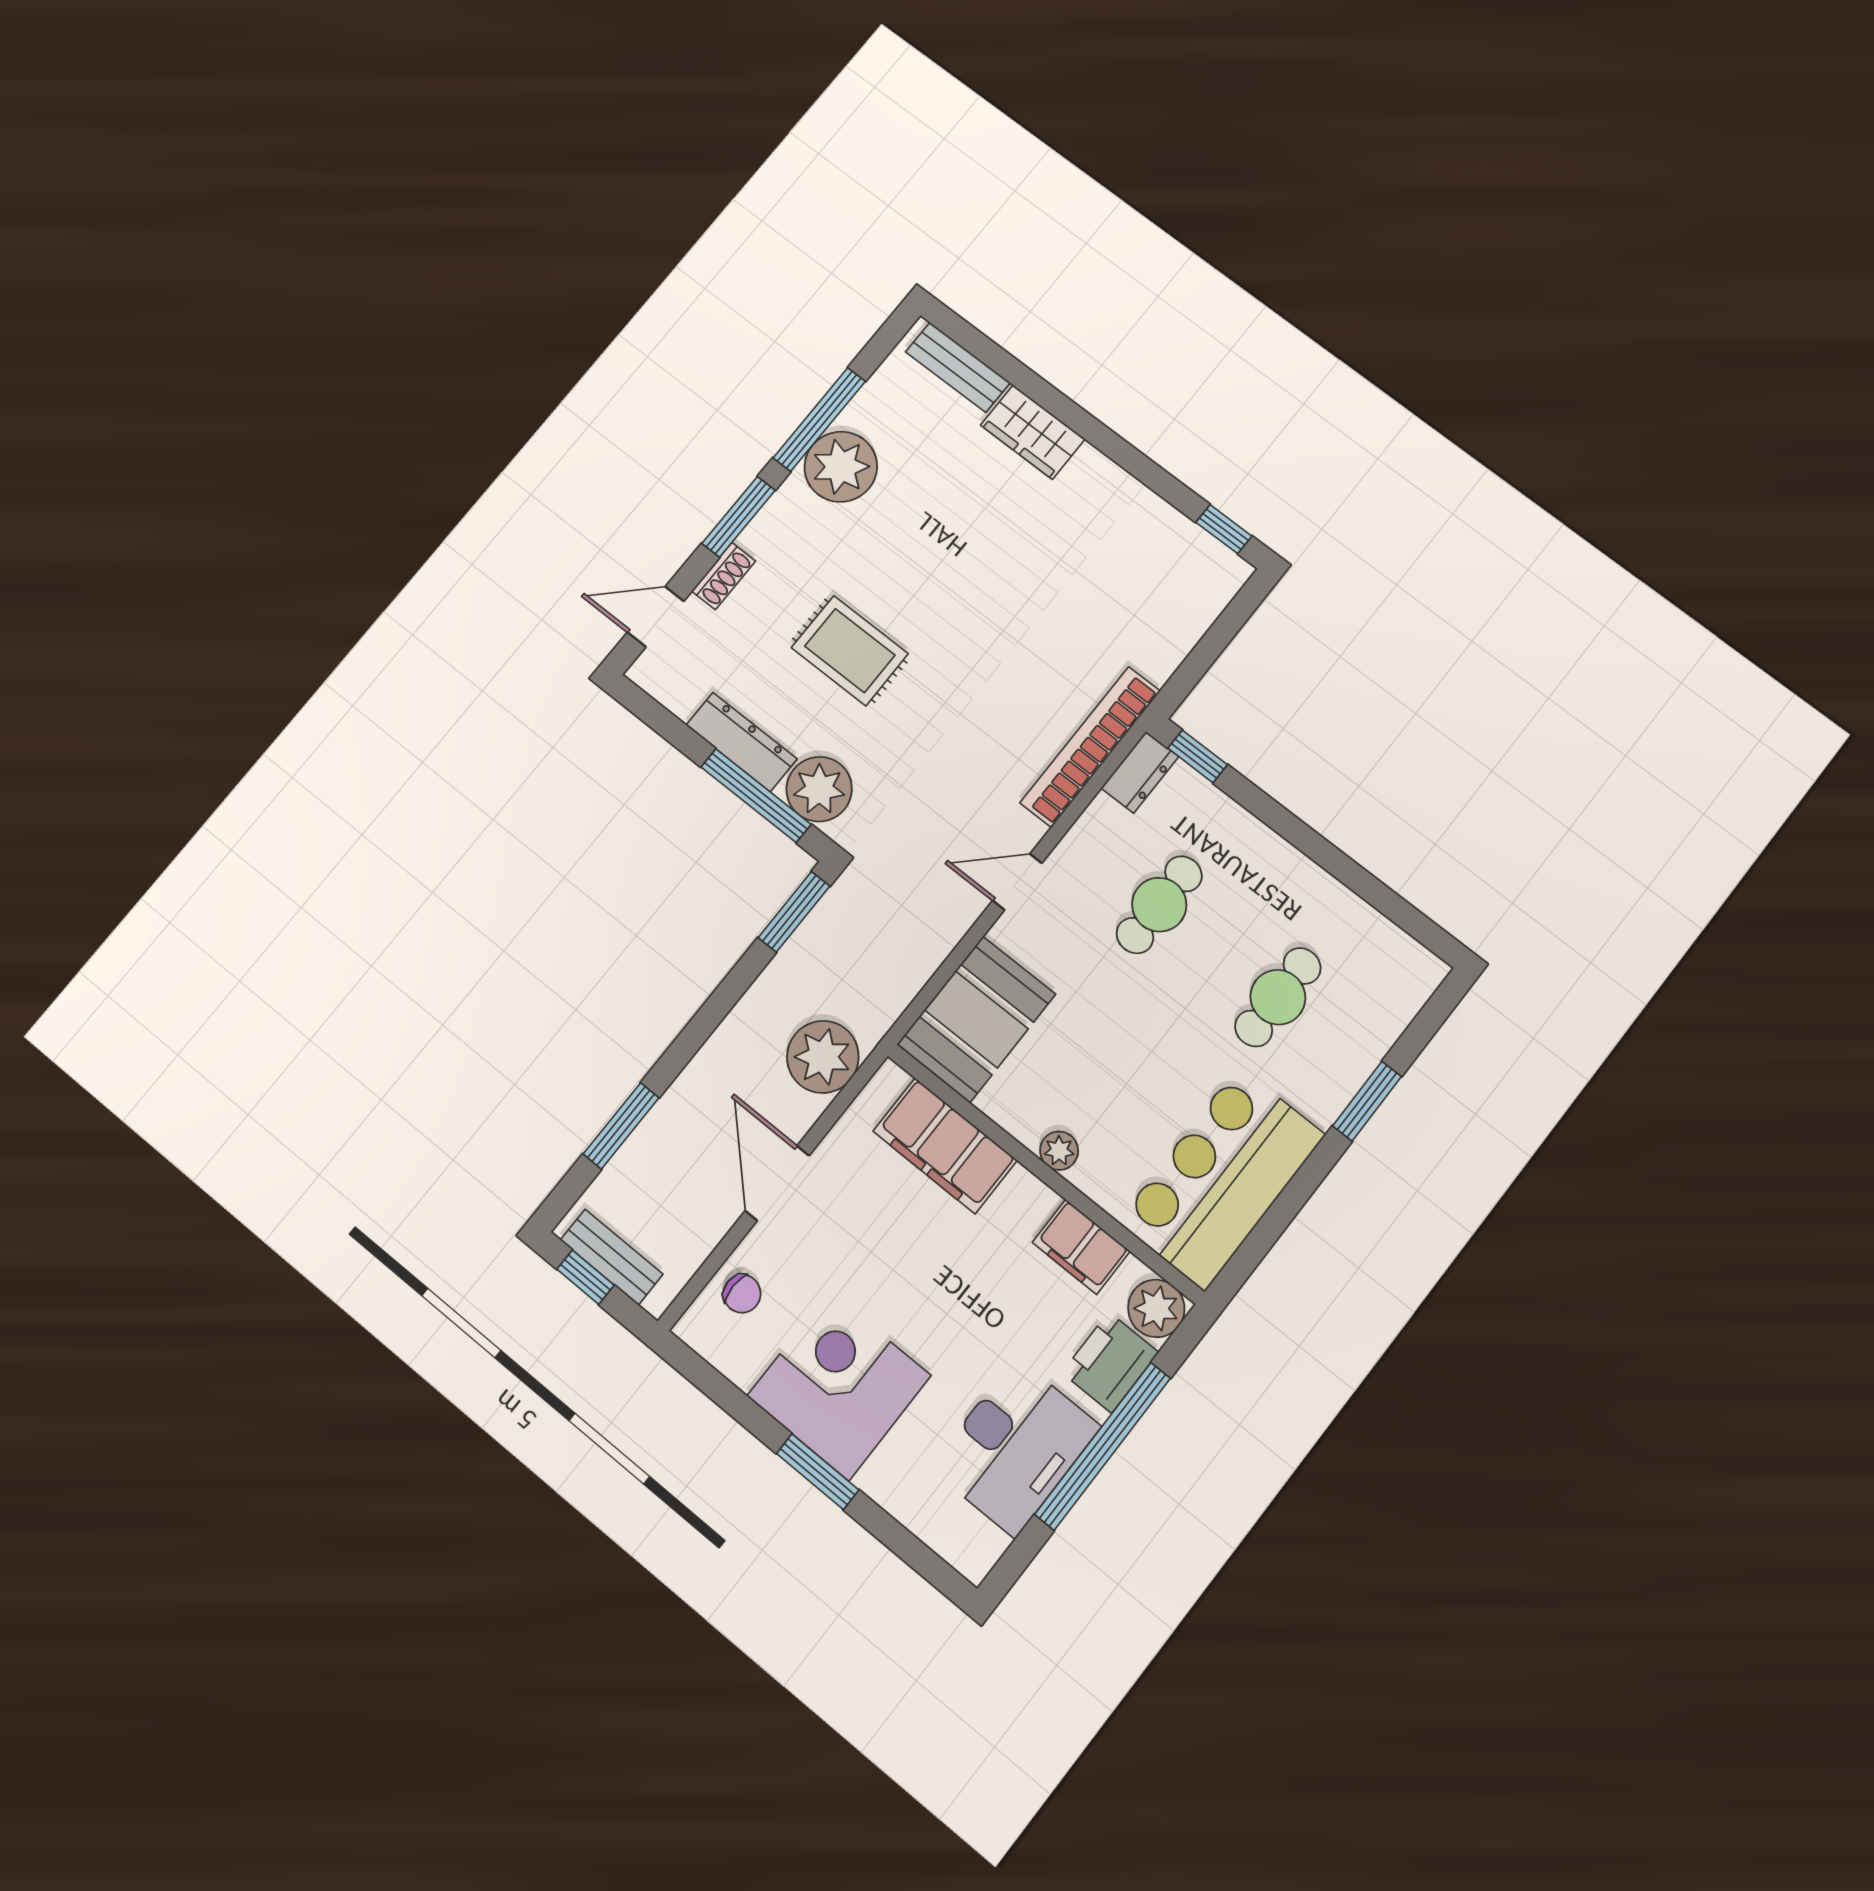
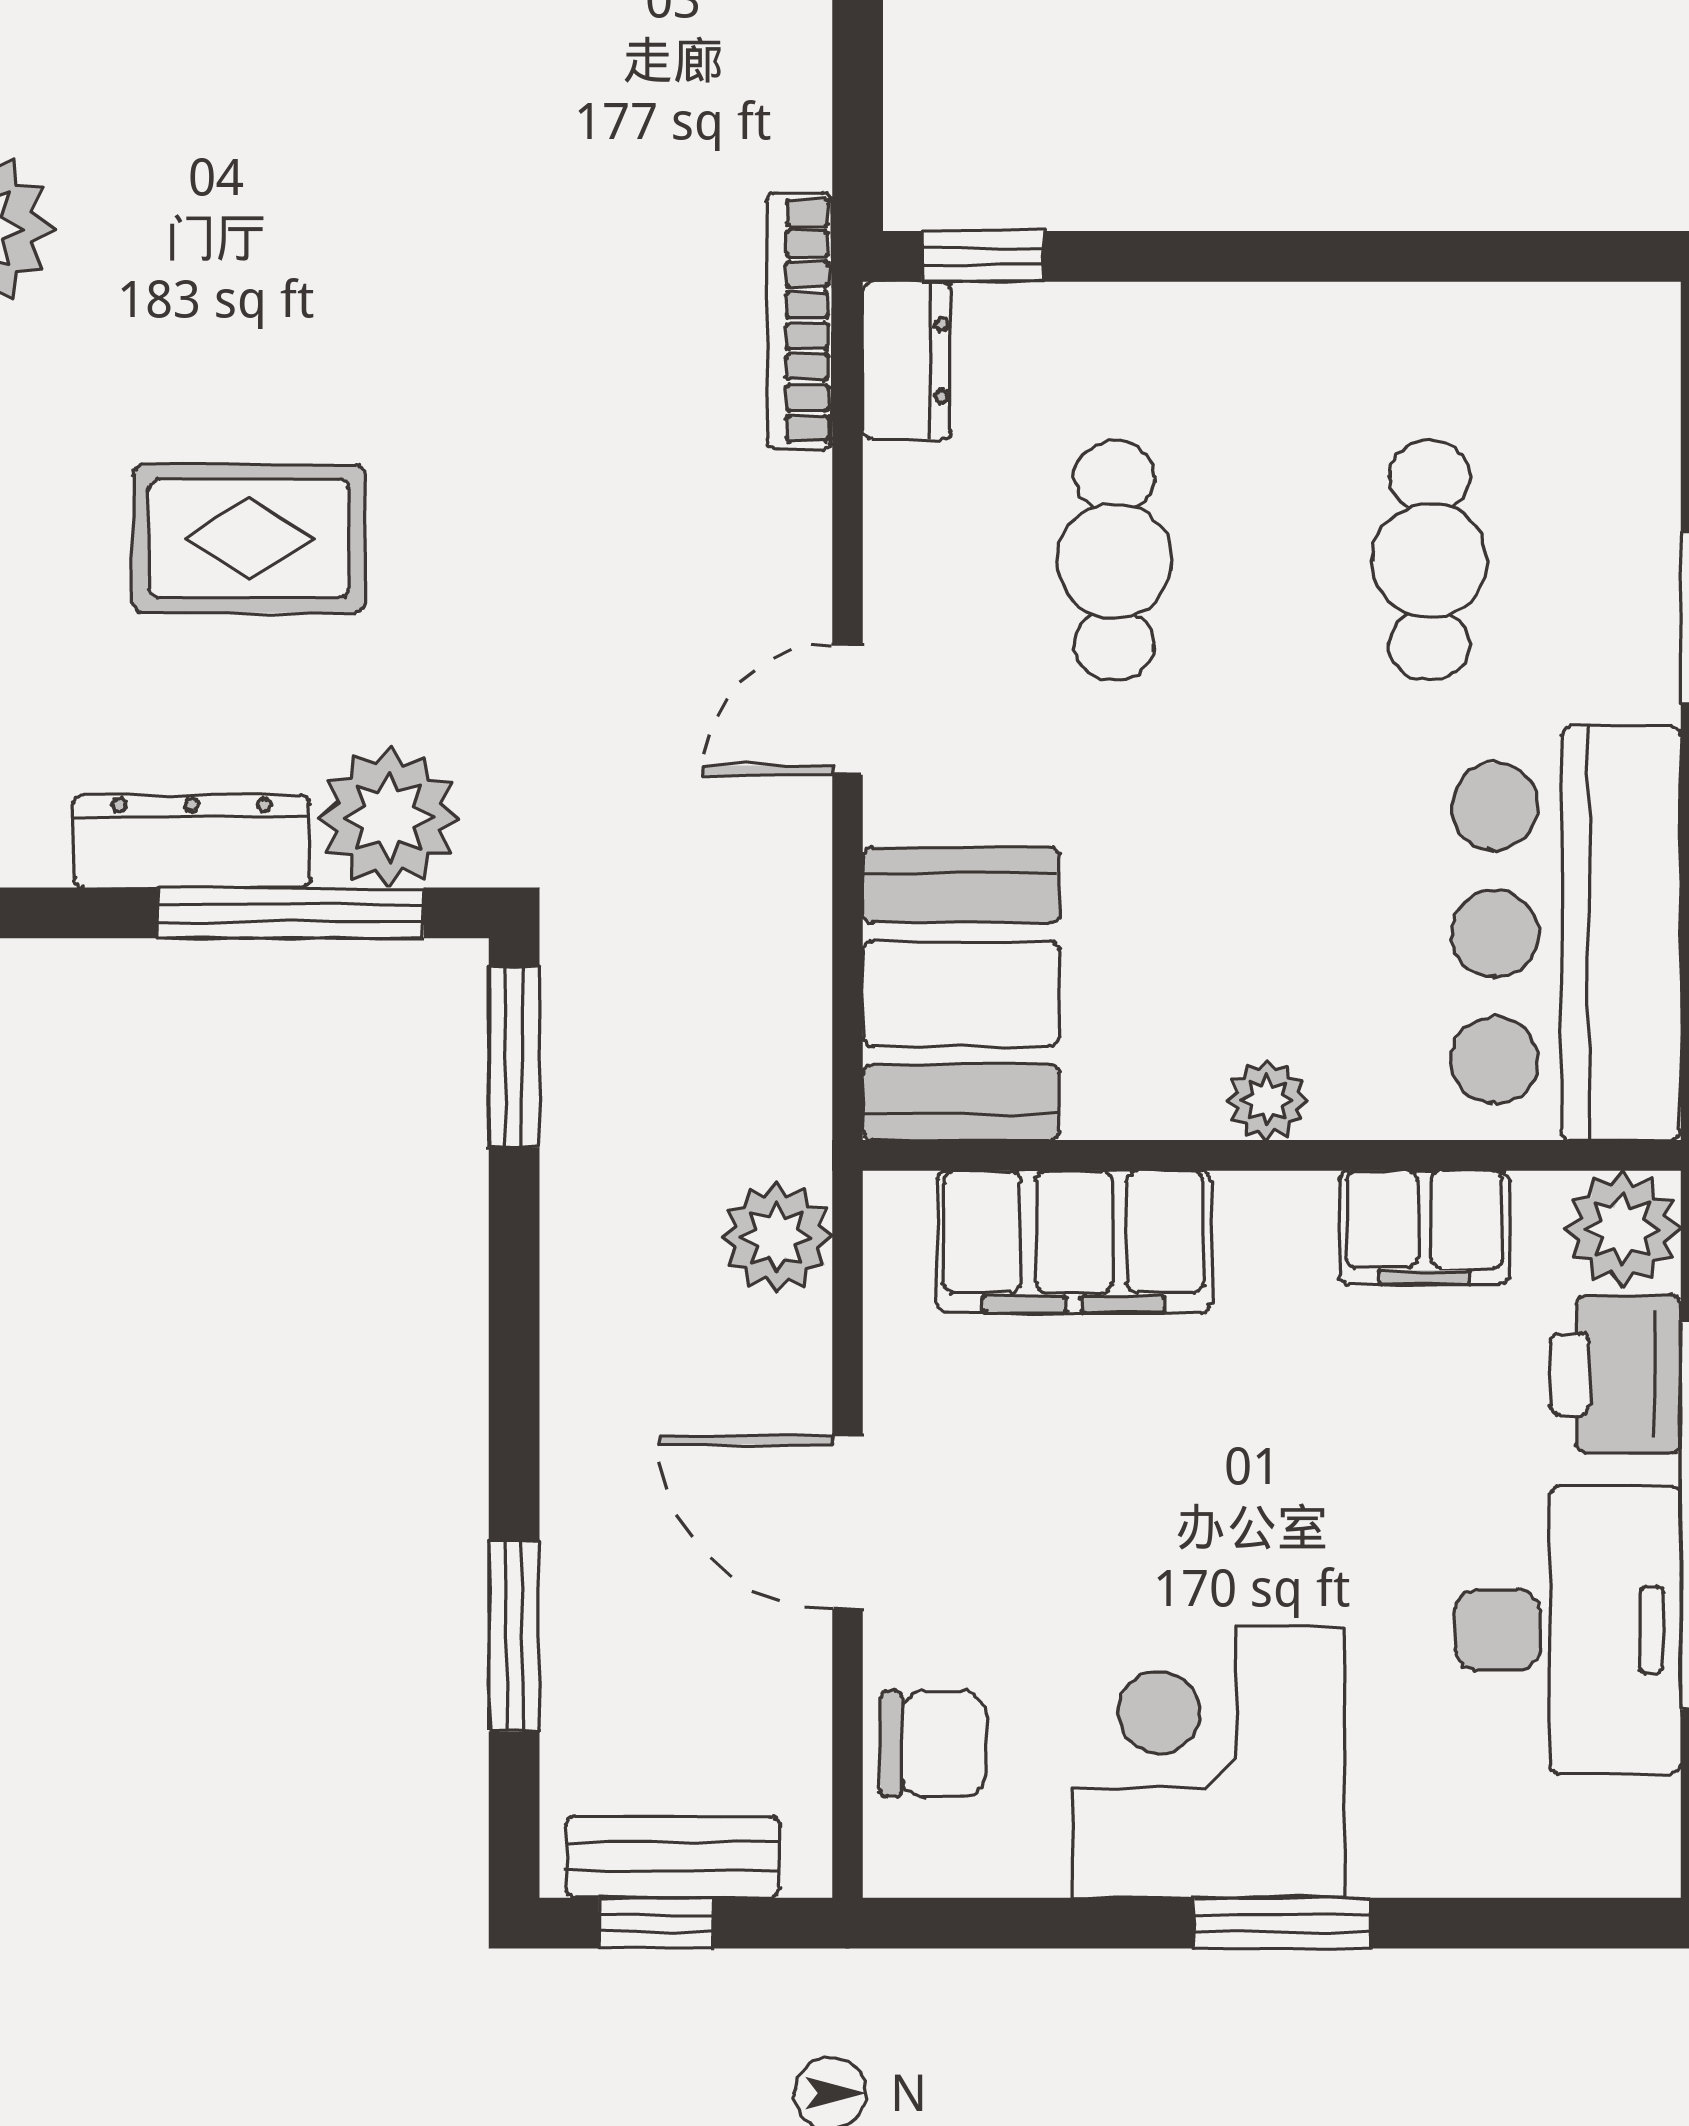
bookcase: (1090, 747) -> (799, 321), width x0.68, depth x0.76
plant: (823, 1057) -> (777, 1237), width x0.73, depth x0.73
chair: (742, 1294) -> (934, 1744), width x1.37, depth x1.37

